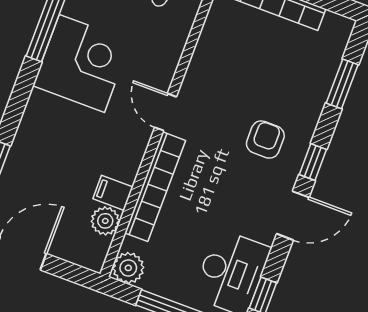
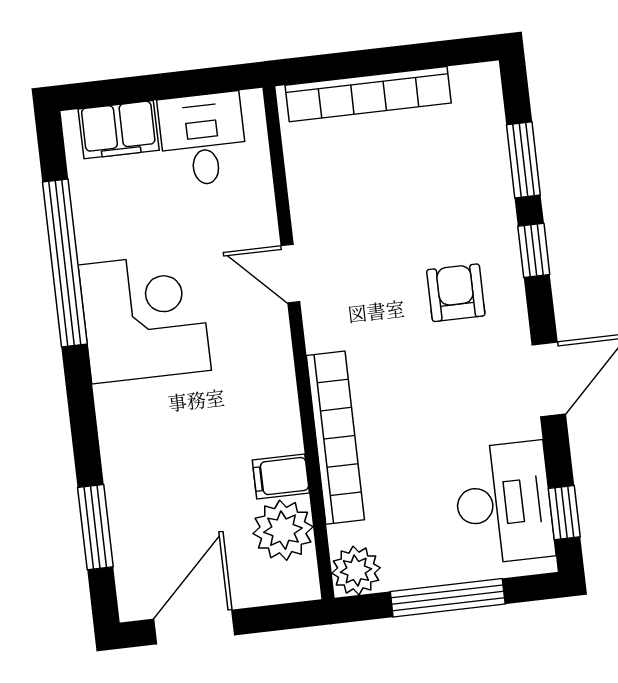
door: (165, 112) -> (290, 274), moved
window: (313, 162) -> (534, 250), moved
plant: (105, 221) -> (283, 530), width x1.36, depth x1.36

